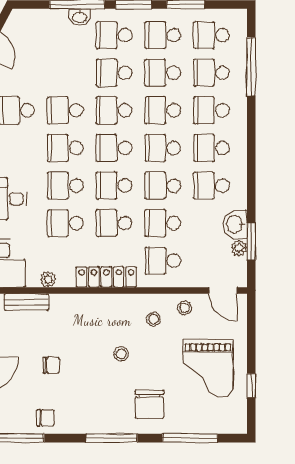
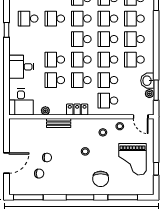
school desk: (65, 148) -> (55, 39), removed
locker: (106, 277) -> (77, 109), width x0.66
bench: (26, 302) -> (59, 123), moved
chair: (45, 418) -> (39, 174), moved

